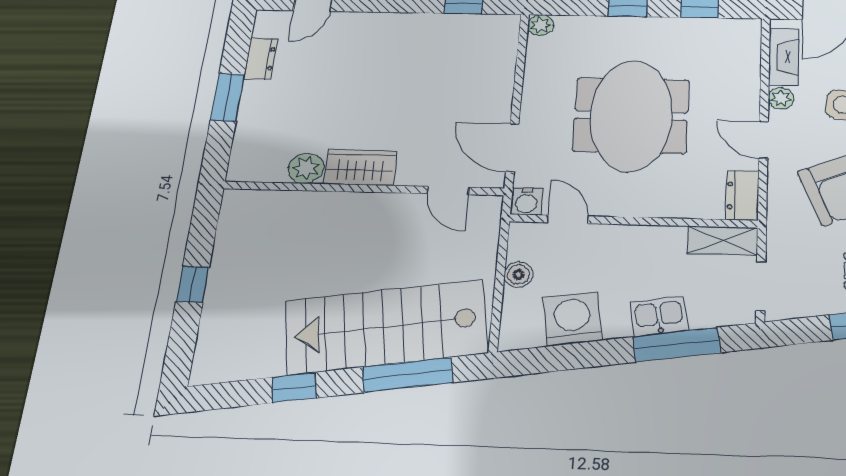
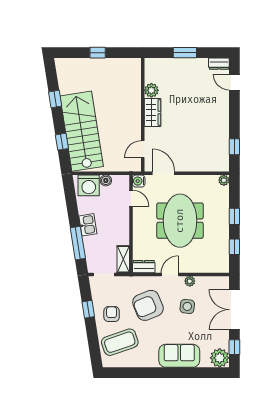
fireplace: (784, 57) -> (210, 282), removed
dresser: (261, 59) -> (219, 64), moved
meeting table: (631, 116) -> (180, 221), turned 90
door: (512, 148) -> (163, 173), hinge flipped
door: (568, 219) -> (131, 198), hinge flipped
kitchen sink: (659, 316) -> (88, 225), moved
washing machine: (572, 319) -> (89, 185), moved, turned 99
window: (407, 375) -> (62, 142), width x0.46

